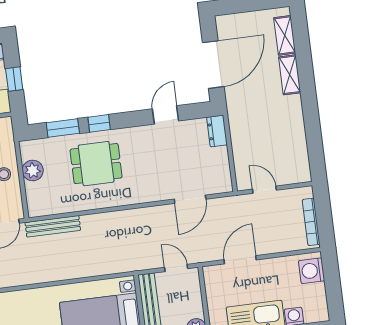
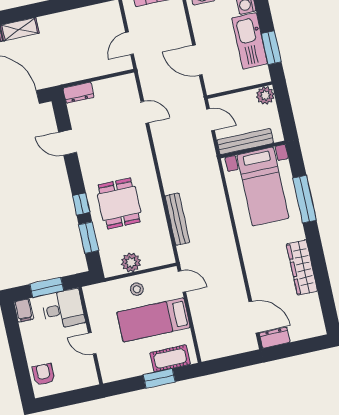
window: (14, 79) -> (47, 287), width x1.50
door: (190, 199) -> (145, 112), width x0.73
bench: (53, 226) -> (177, 219), moved
door: (176, 268) -> (210, 120), swing flipped

